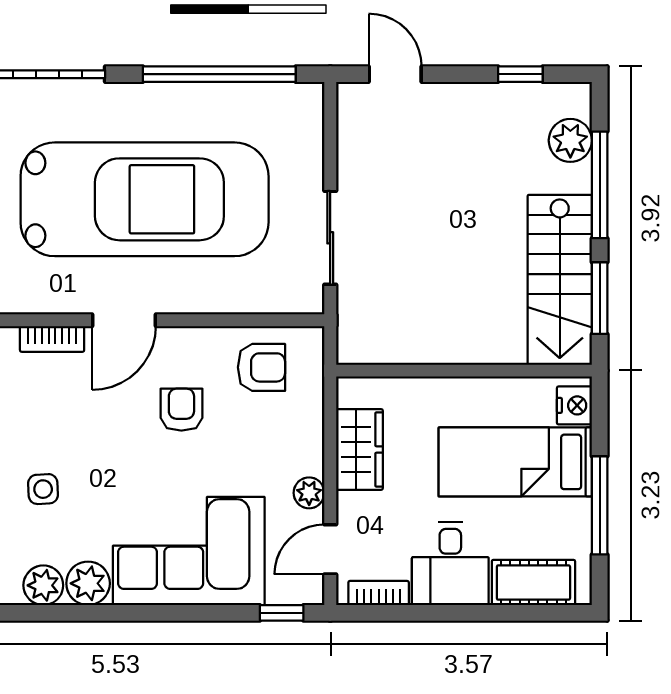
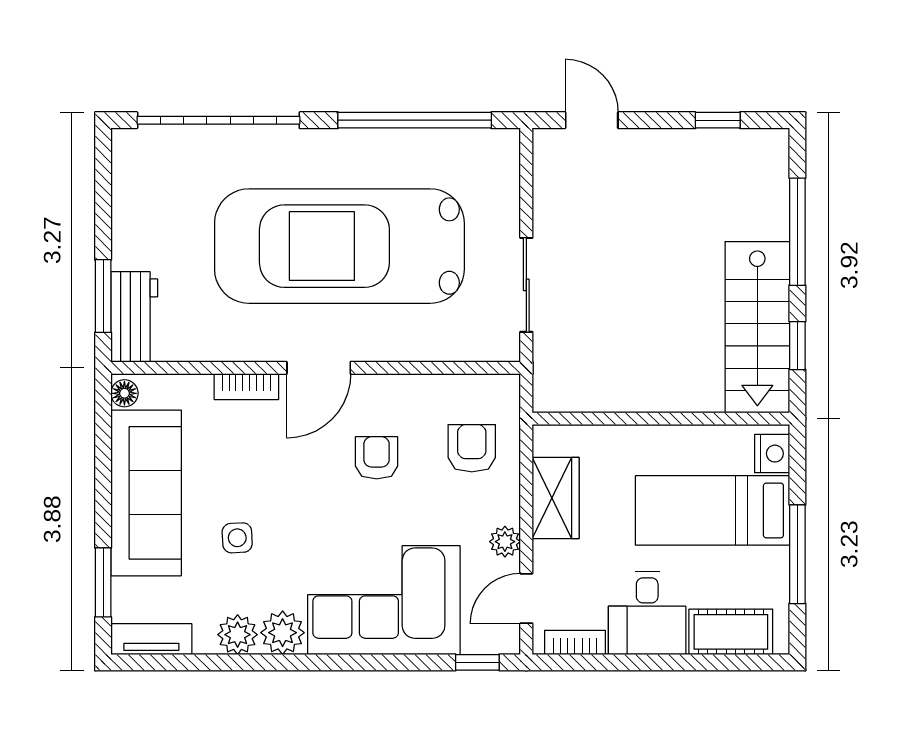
plant: (570, 140) -> (768, 187), removed
car: (145, 199) -> (339, 246), turned 180
window: (600, 298) -> (797, 346), width x0.67
armchair: (261, 367) -> (472, 448), moved, turned -90

